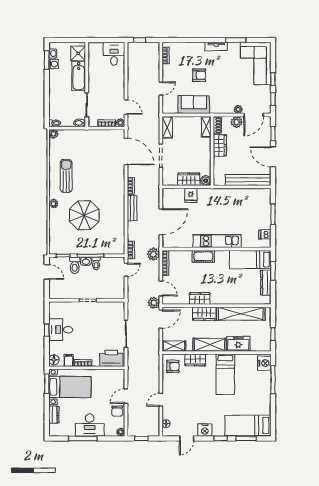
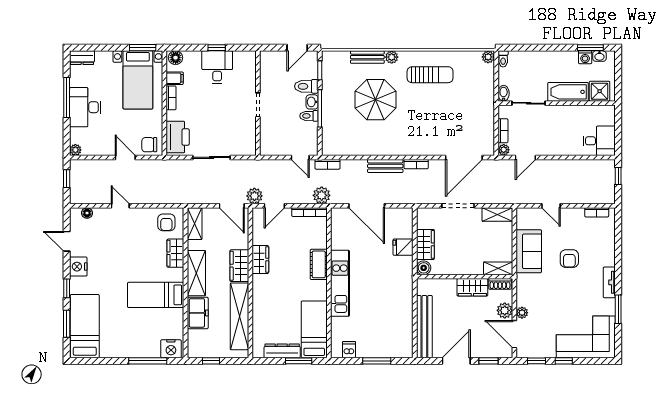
bench: (53, 221) -> (367, 57), added
chair: (117, 411) -> (149, 145), moved
dresser: (54, 415) -> (82, 58), moved

